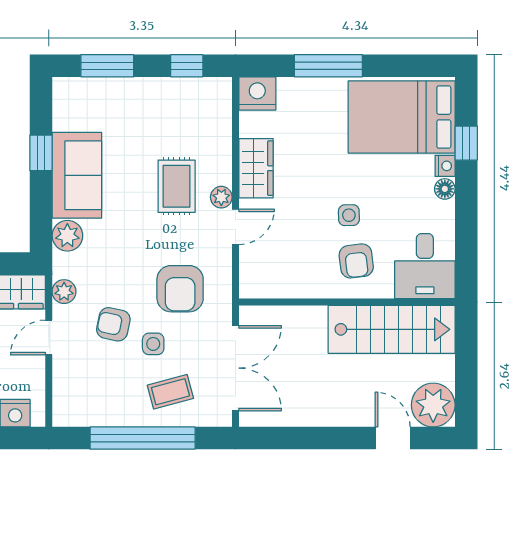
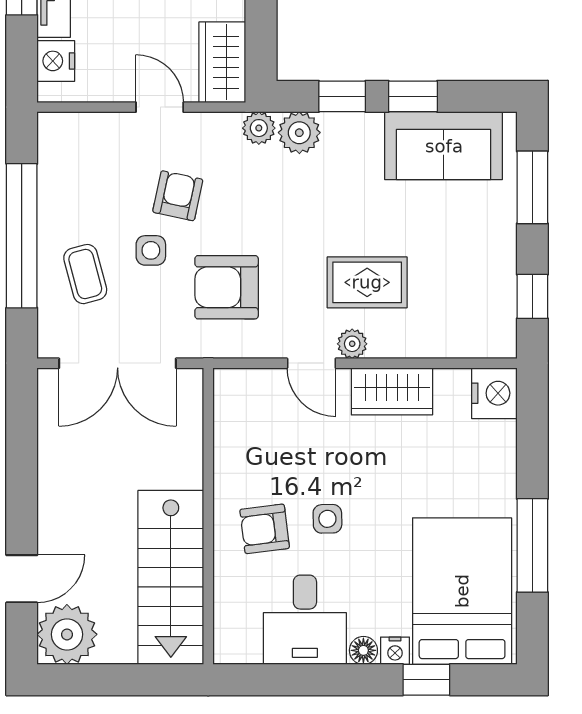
window: (328, 66) -> (532, 545), moved
sofa: (77, 175) -> (444, 146), moved
window: (41, 204) -> (342, 96), added
desk: (425, 266) -> (305, 620), moved, turned -90
plant: (64, 292) -> (259, 128), moved

